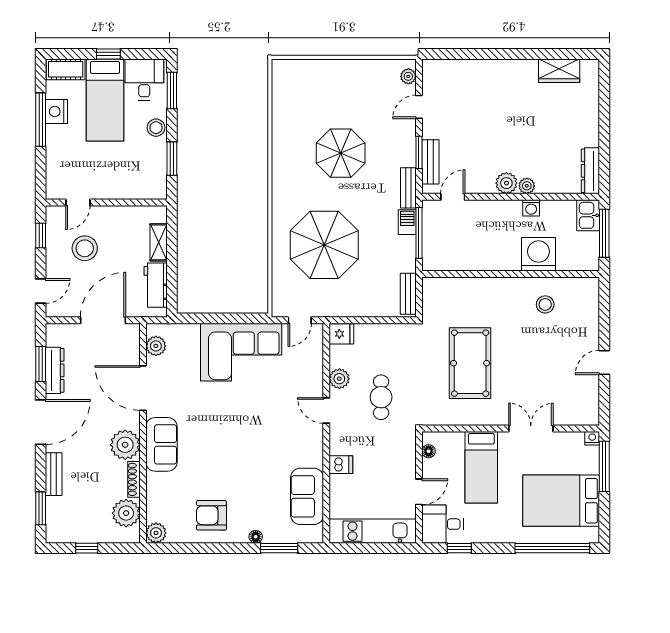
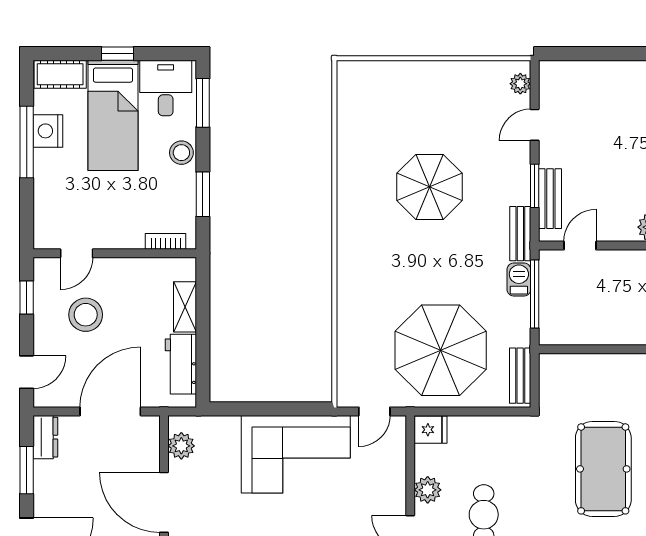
bookcase: (144, 194) -> (166, 241), added
parasol: (324, 245) -> (441, 350), moved
dresser: (55, 370) -> (45, 437), moved, width x0.70

